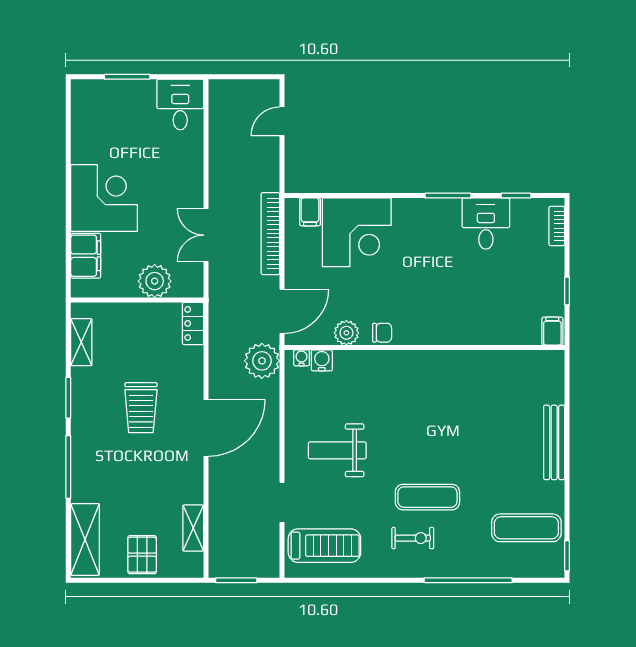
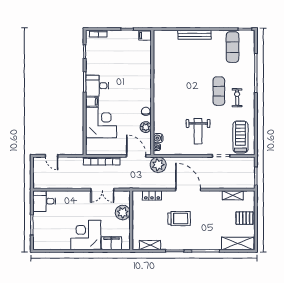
filing cabinet: (310, 212) -> (92, 102), moved
desk: (486, 224) -> (97, 86), moved
locker: (193, 323) -> (152, 195), moved

